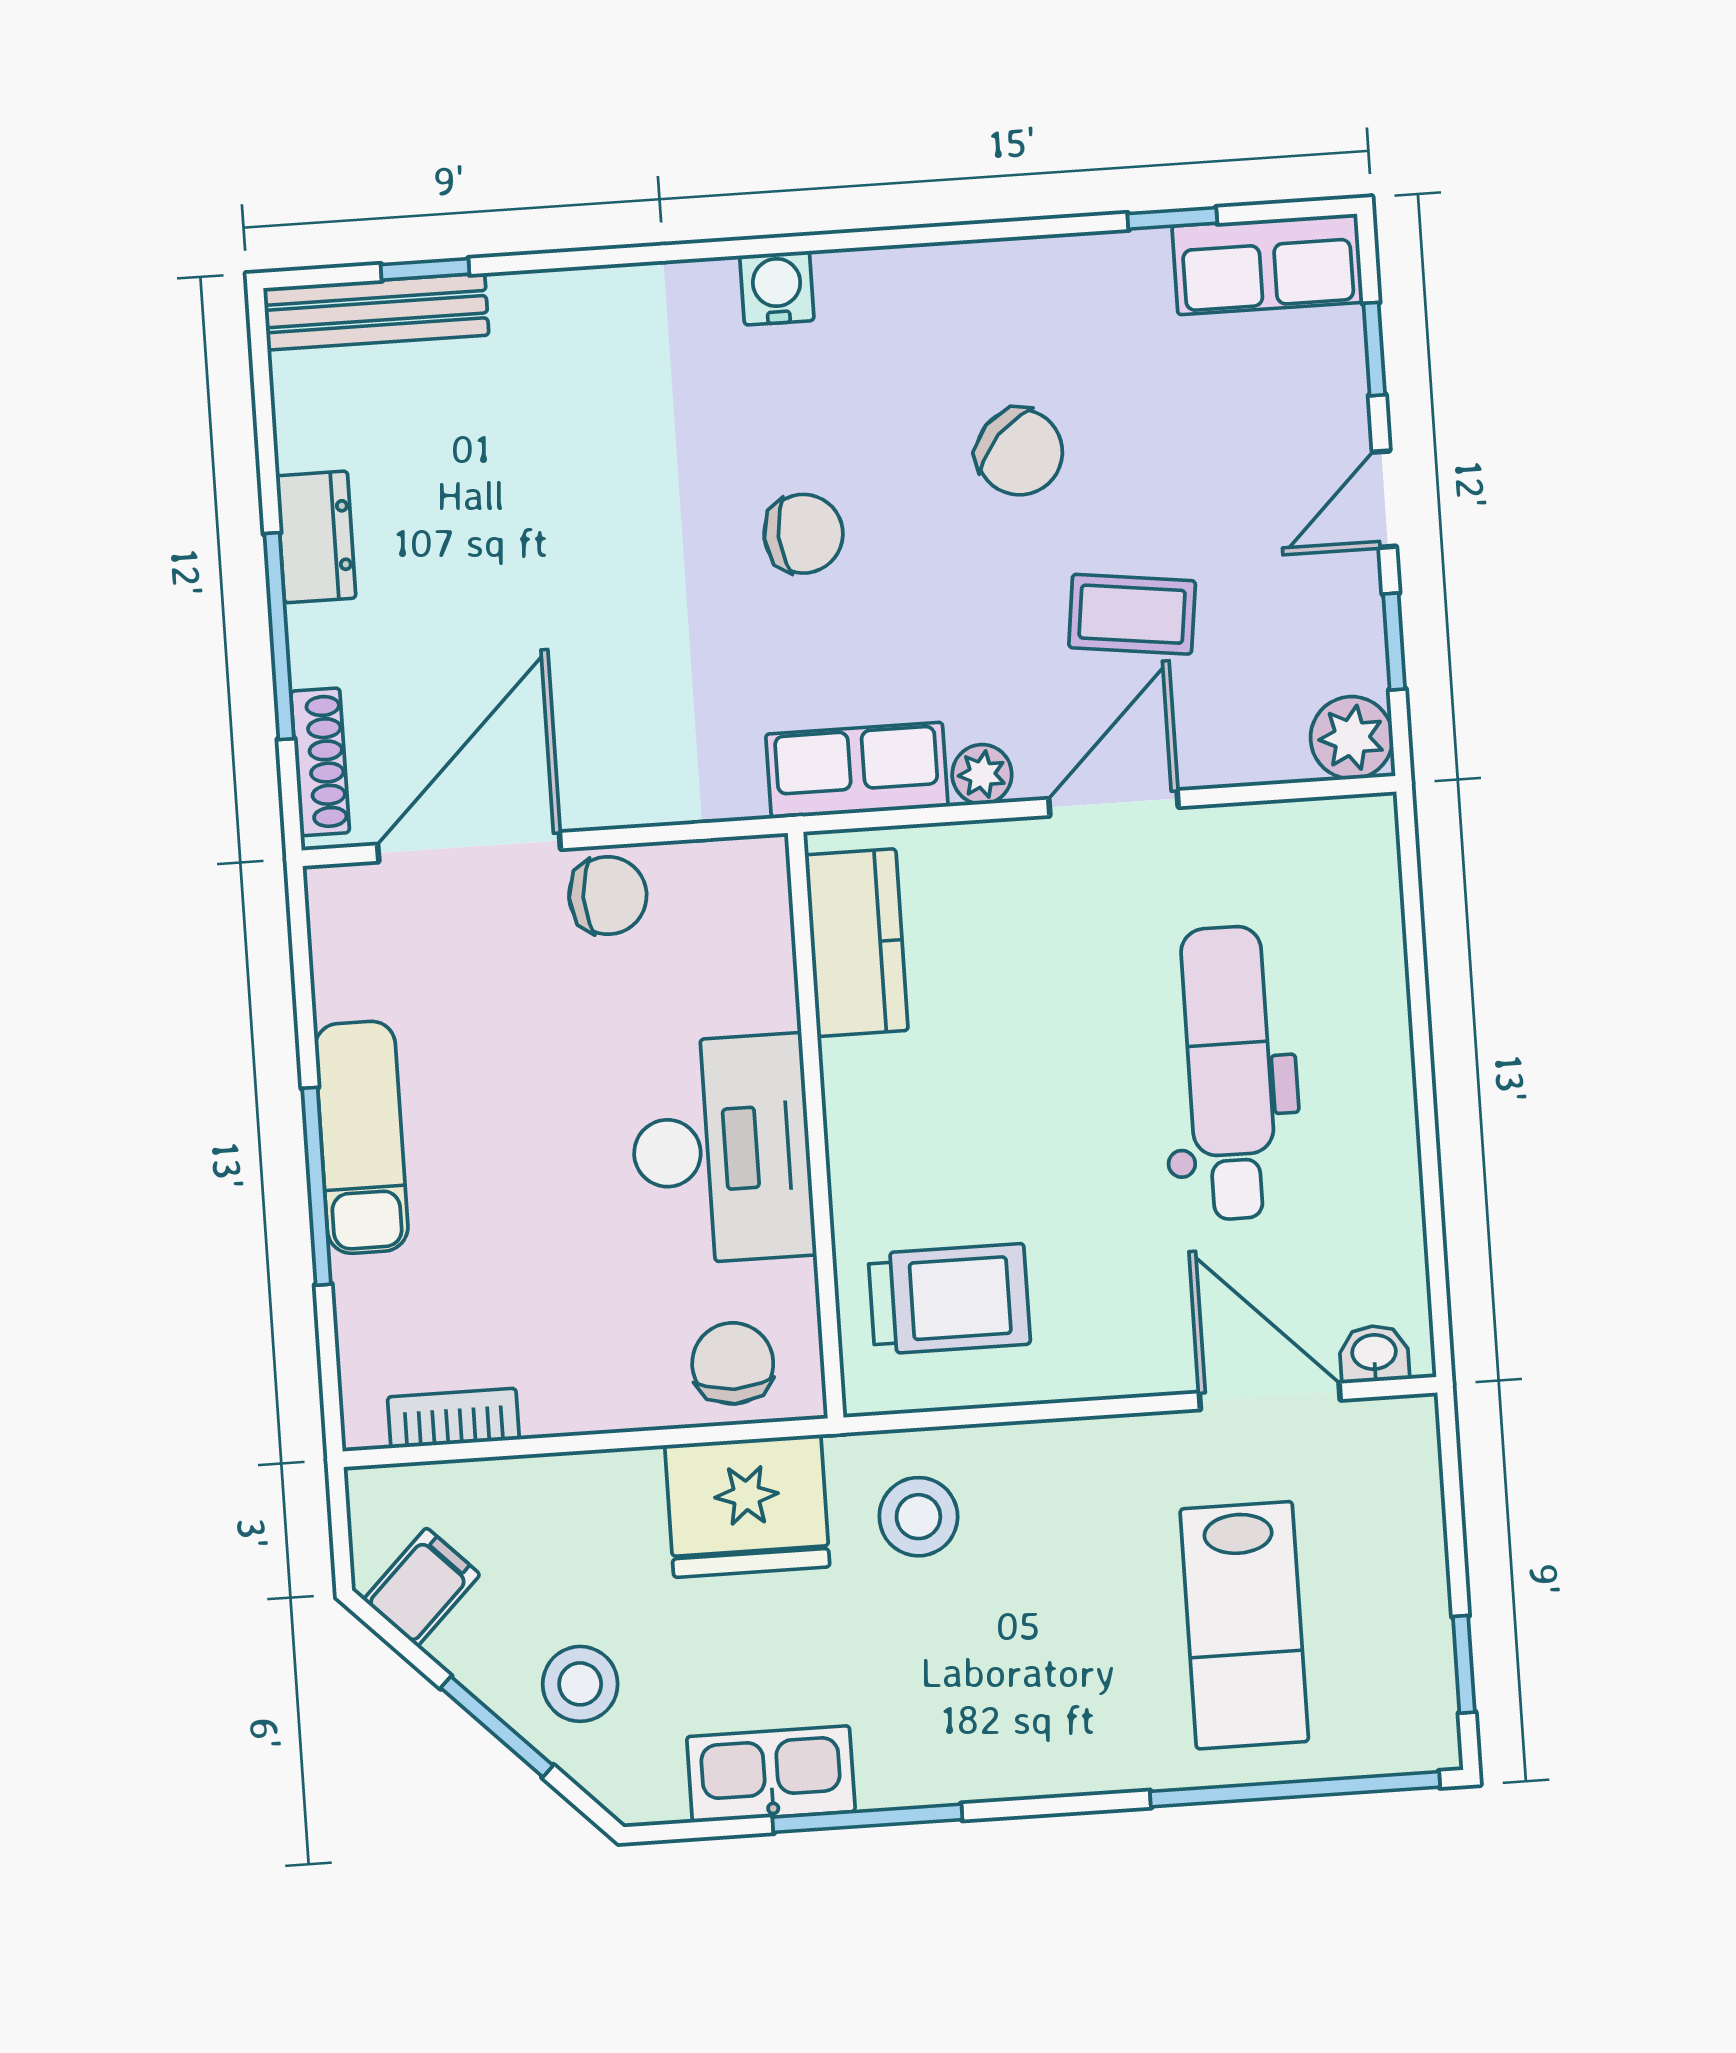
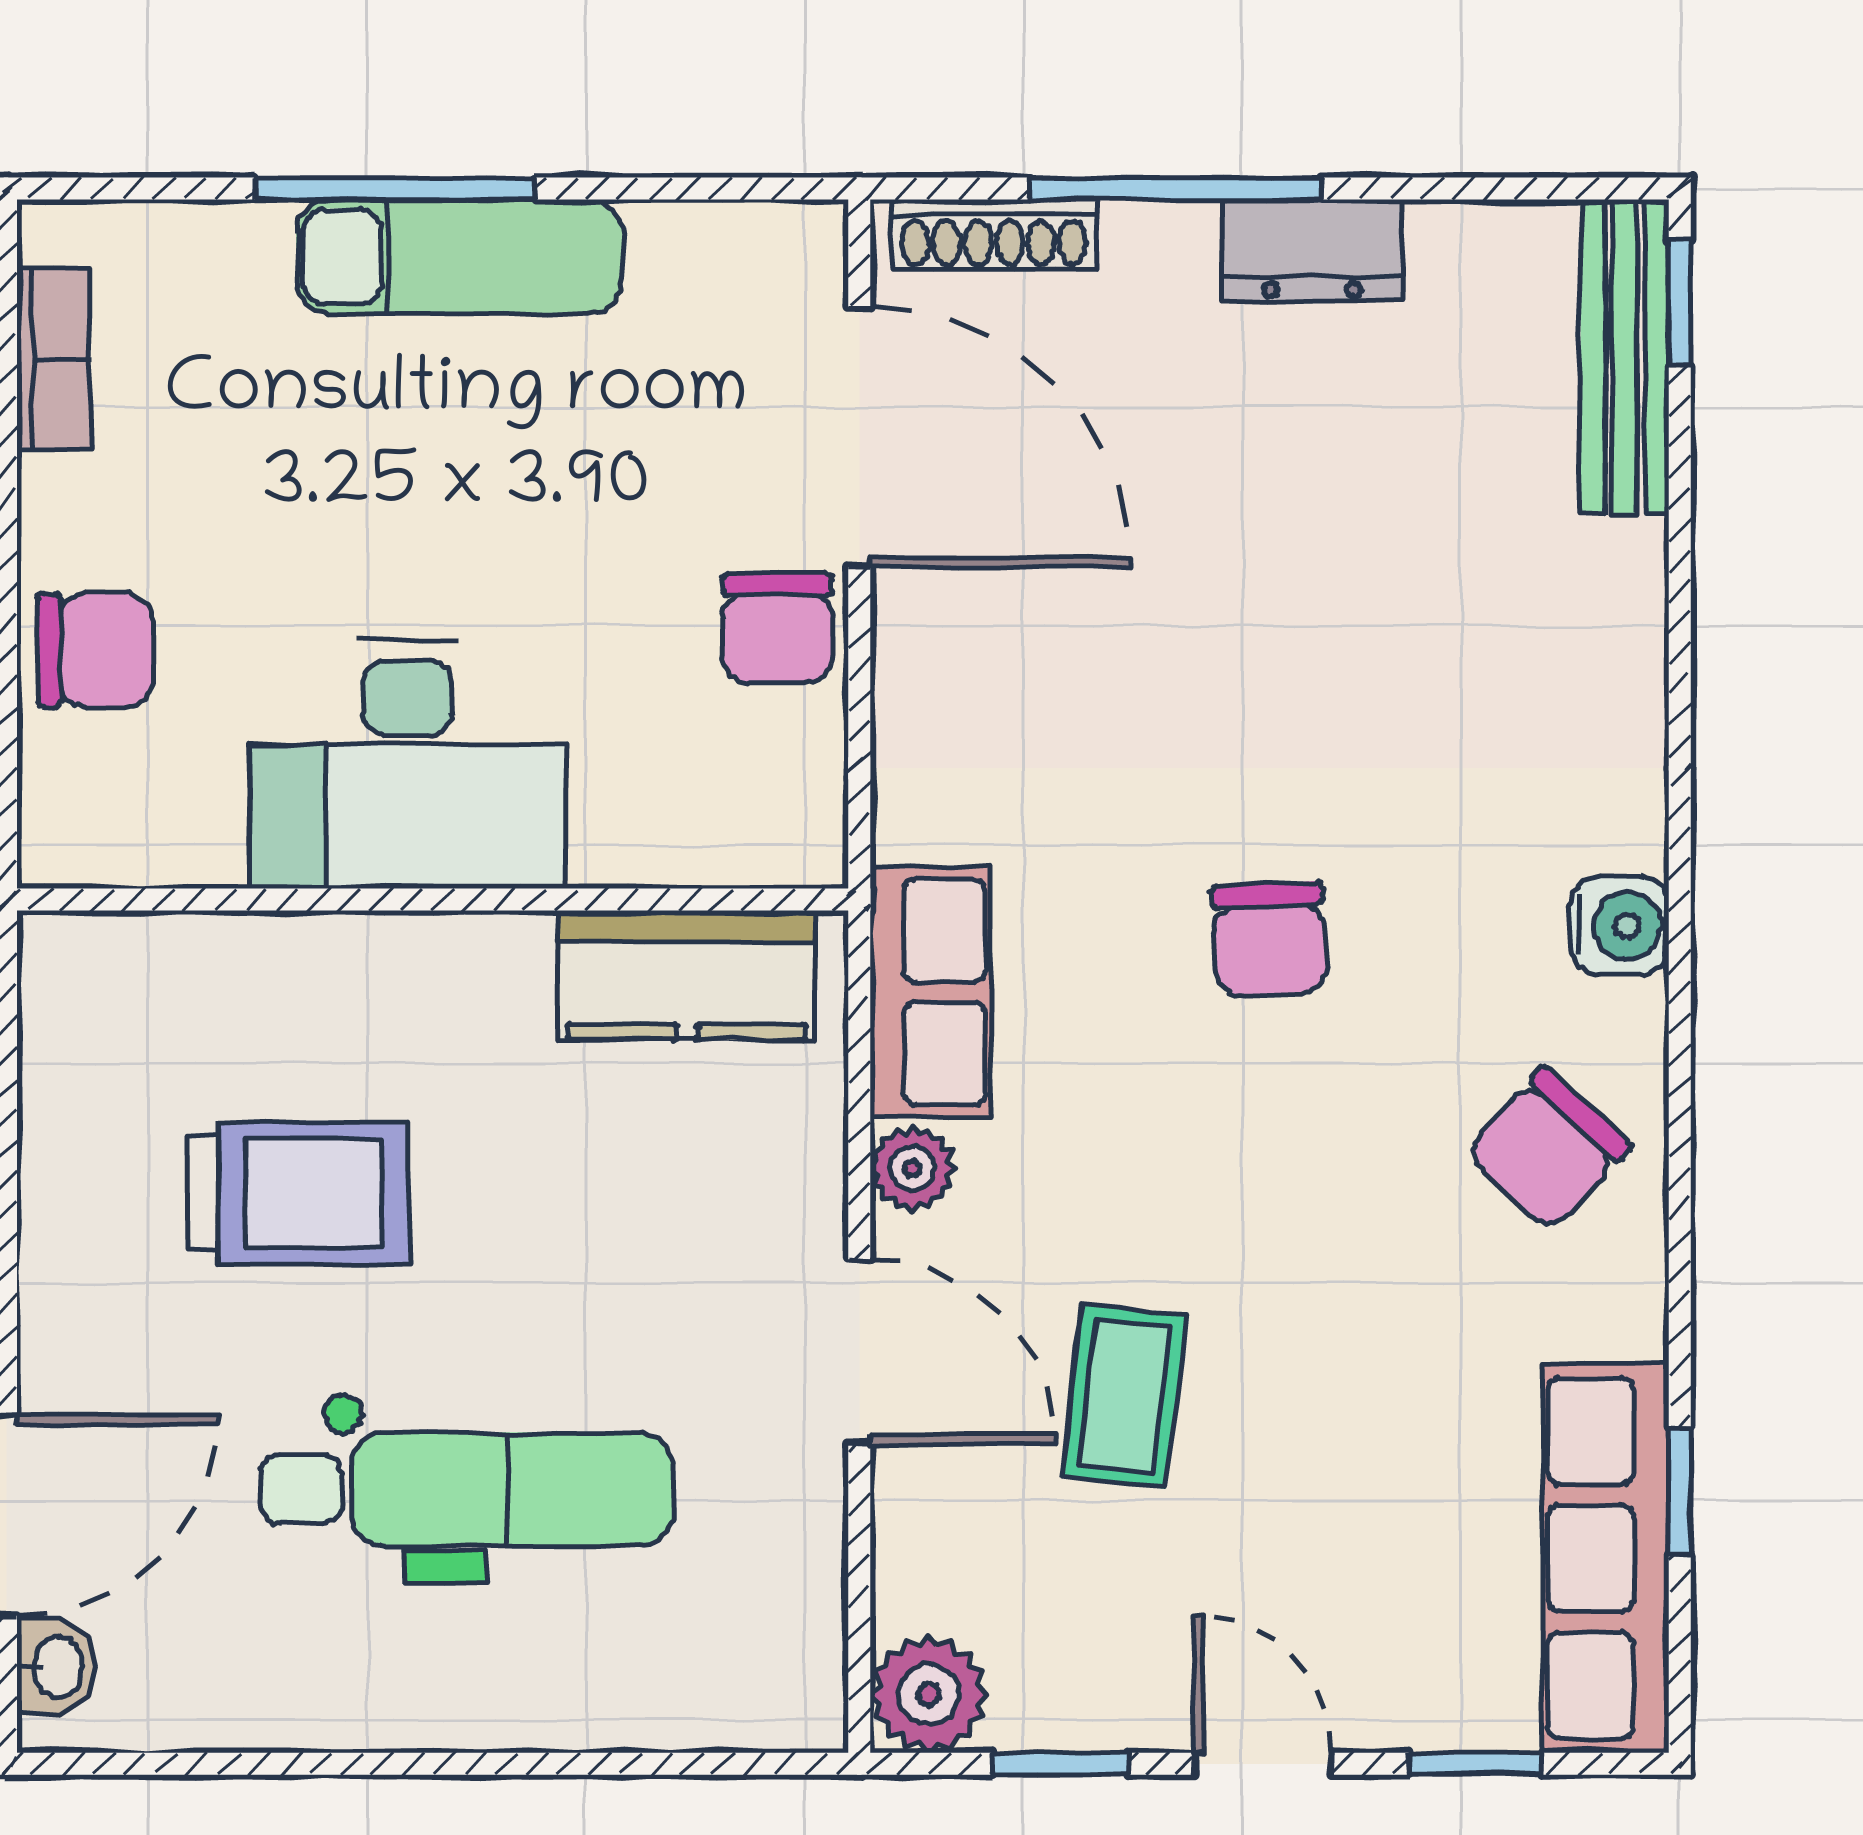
row of seats: (1267, 264) -> (1606, 1558), width x1.48
window: (425, 269) -> (1680, 303), moved
chair: (1019, 452) -> (1548, 1149), moved
trolley: (949, 1299) -> (298, 1193), moved, turned -90
chair: (733, 1363) -> (95, 651), moved

